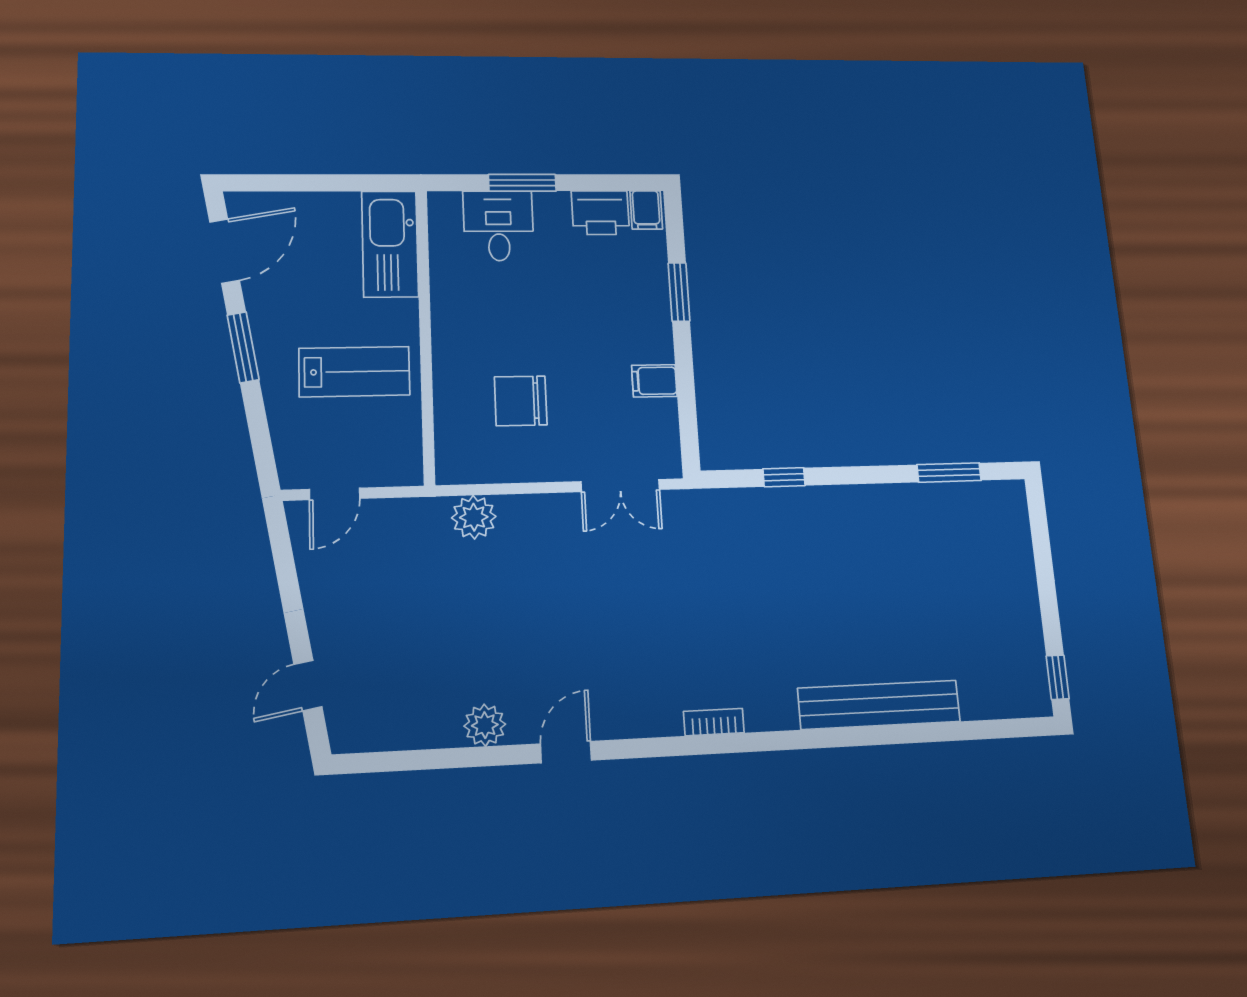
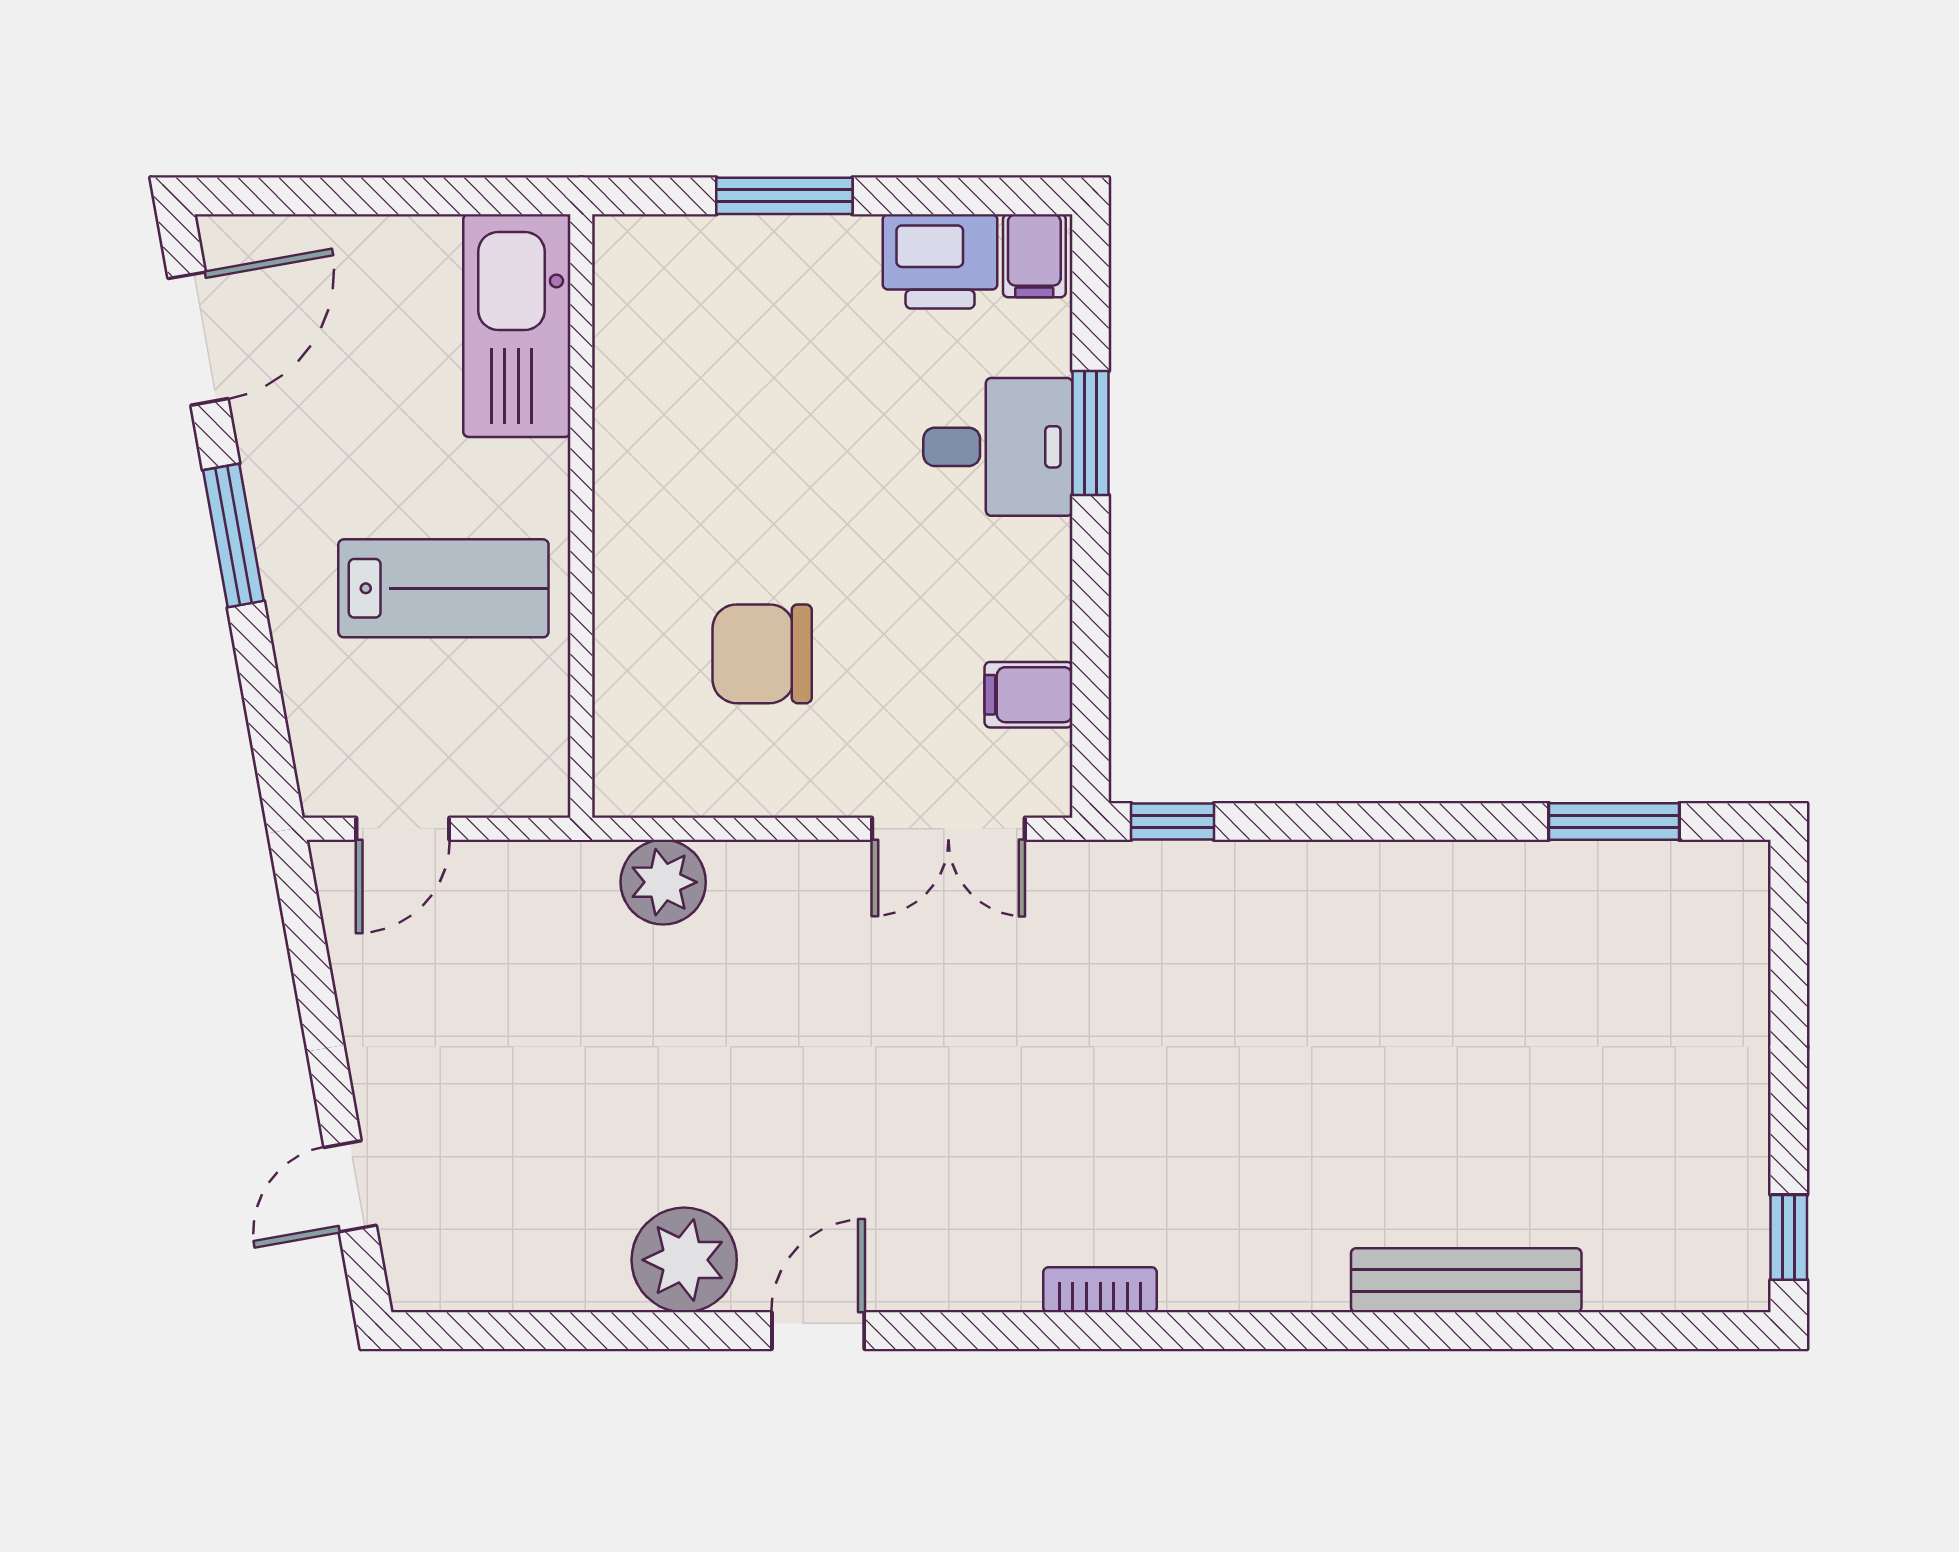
desk: (498, 226) -> (998, 447), moved, turned 90
filing cabinet: (654, 381) -> (1029, 695), moved
window: (784, 477) -> (1172, 821), moved
bench: (879, 705) -> (1466, 1280), width x0.73, depth x0.82
plant: (485, 725) -> (684, 1260), width x1.36, depth x1.36

